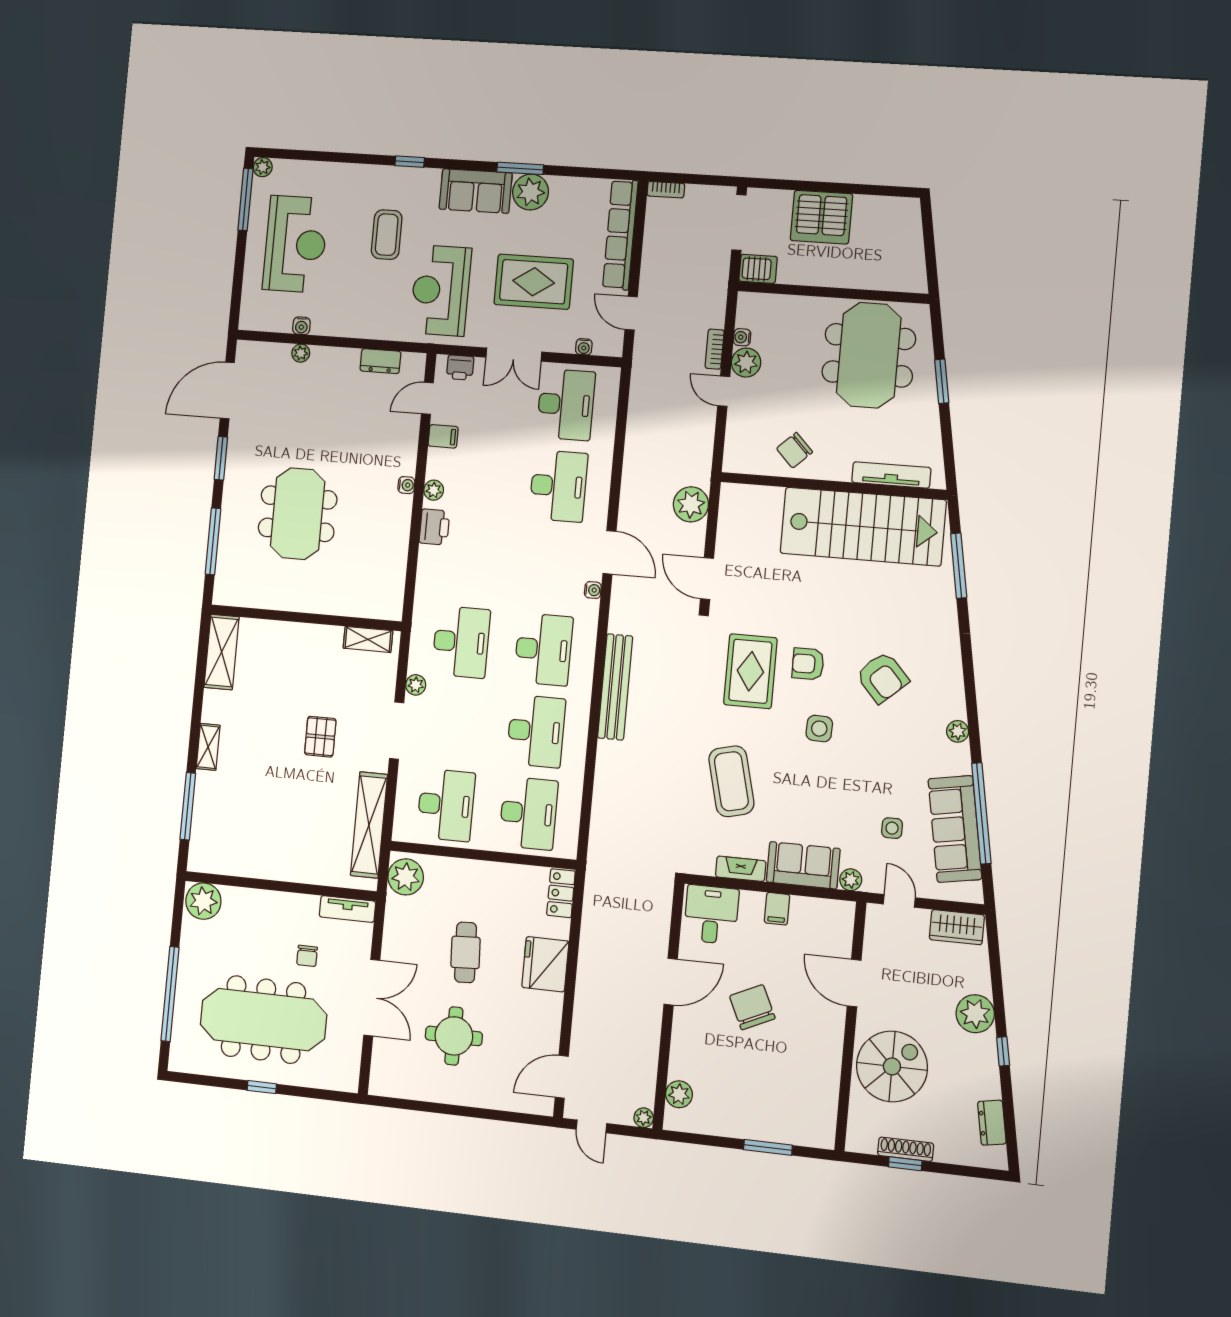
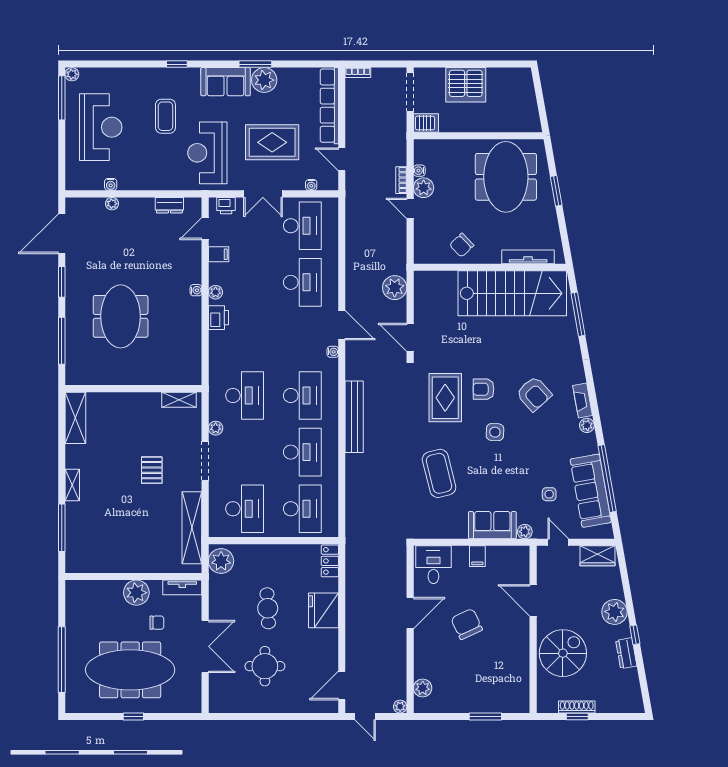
fireplace: (741, 869) -> (583, 401), moved, turned -100
plant: (203, 901) -> (136, 593), moved
chair: (307, 956) -> (157, 623), turned -90
dresser: (992, 1123) -> (626, 653), moved

